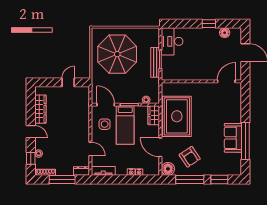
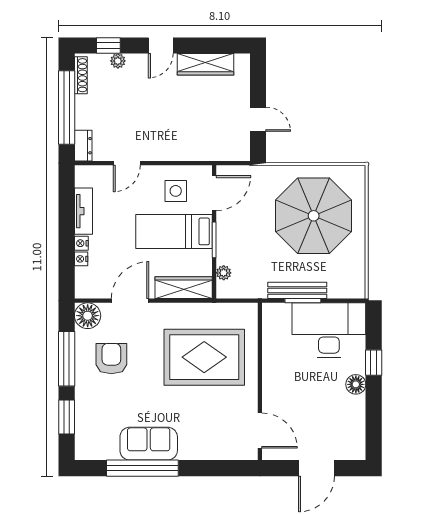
window: (209, 24) -> (374, 363), moved
floor lamp: (225, 33) -> (356, 384), moved
desk: (172, 41) -> (329, 330), width x1.36, depth x1.30
wardrobe: (154, 115) -> (184, 288), width x1.50
rug: (177, 116) -> (204, 357), moved
armchair: (190, 157) -> (111, 359), turned 124
tv unit: (103, 171) -> (83, 211), moved
window: (62, 180) -> (67, 107), width x1.46

